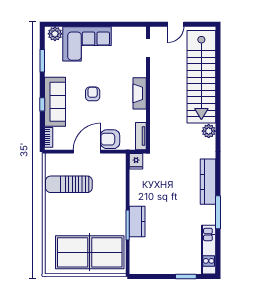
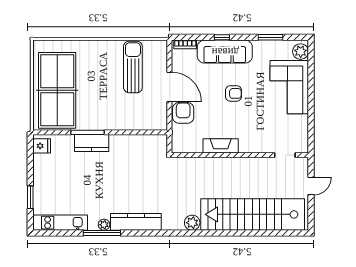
door: (176, 24) -> (311, 186), swing flipped
fireplace: (140, 93) -> (221, 146), moved
tv unit: (141, 136) -> (187, 147), removed
fridge: (136, 161) -> (42, 146), moved, turned 180
plant: (211, 210) -> (104, 225), added

